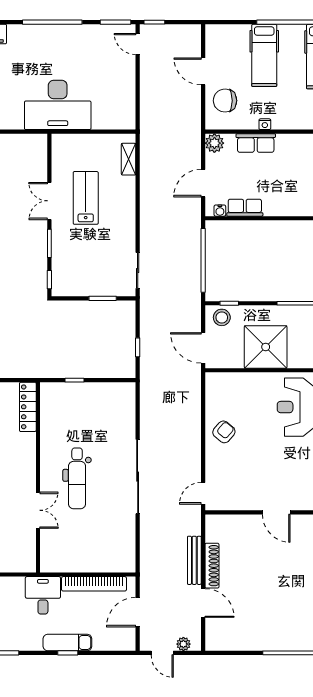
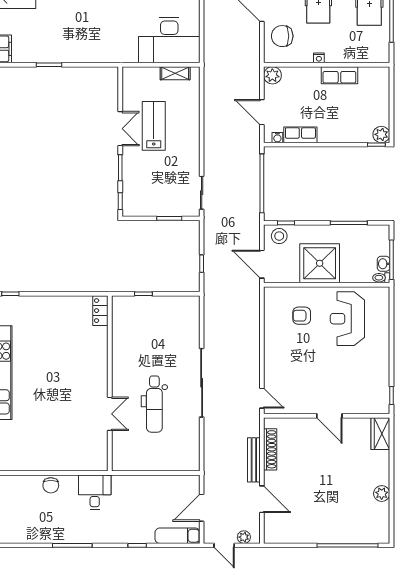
desk: (58, 105) -> (169, 40), moved
row of seats: (256, 143) -> (339, 75), moved
shelving: (129, 159) -> (175, 73), moved, turned 90
door: (203, 183) -> (262, 112), hinge flipped
double door: (49, 201) -> (120, 129), swing flipped
locker: (28, 407) -> (100, 311), width x0.66
armchair: (224, 432) -> (302, 316), moved, turned -130
dental chair: (77, 478) -> (154, 404), moved
door: (203, 493) -> (262, 398), swing flipped
shoe rack: (212, 566) -> (270, 449), moved
bookcase: (94, 584) -> (161, 482), removed
desk: (43, 595) -> (95, 492), moved
exam couch: (67, 643) -> (178, 536), moved

